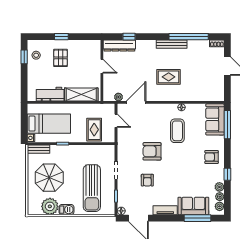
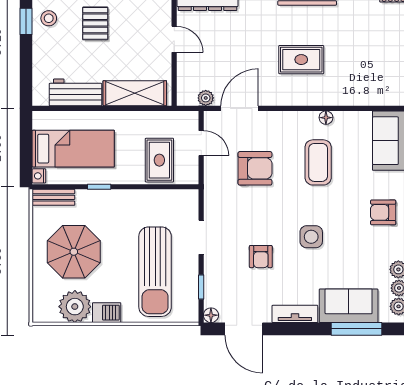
armchair: (152, 151) -> (255, 168), moved, turned 180
side table: (174, 170) -> (311, 237), added

